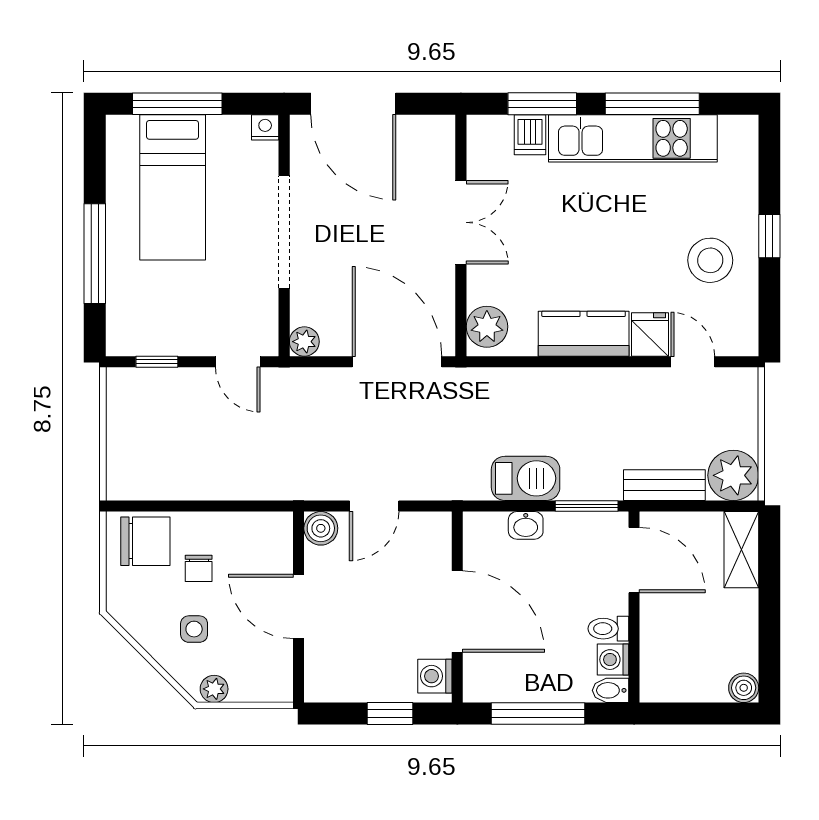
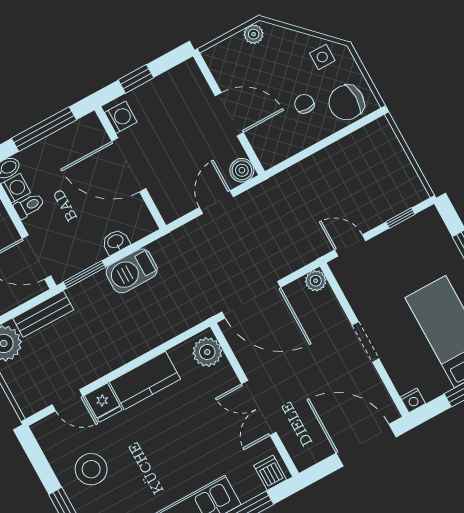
dishwasher: (530, 135) -> (270, 473), moved
doorway: (284, 232) -> (366, 342), width x0.53
side table: (194, 629) -> (322, 57), moved

